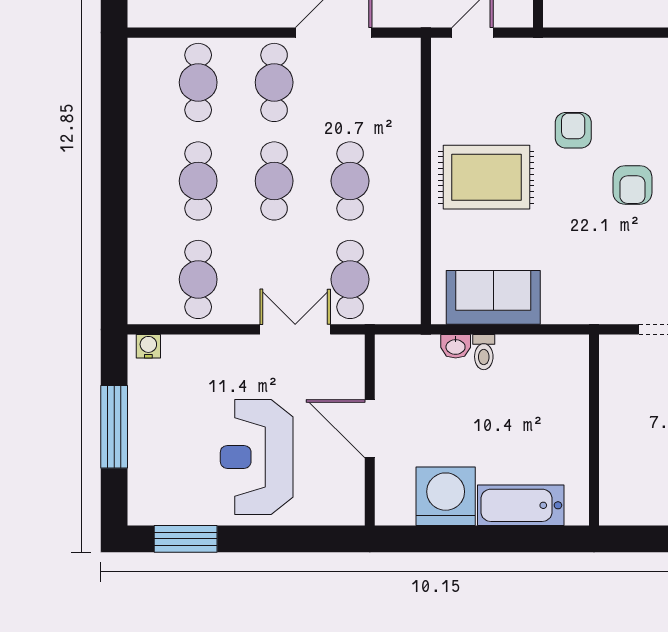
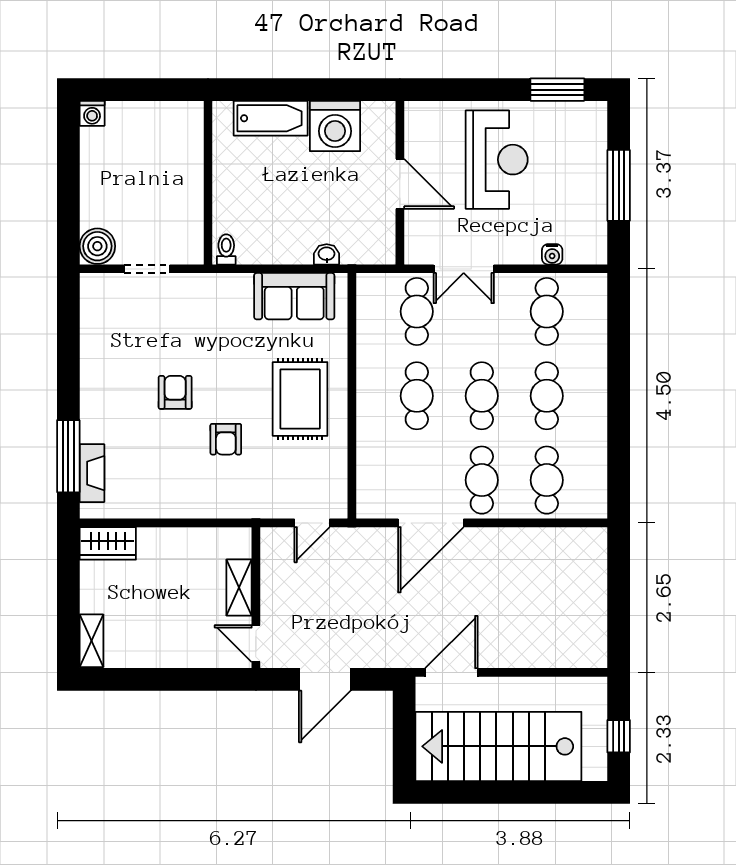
rug: (486, 177) -> (300, 399), turned 90
water cooler: (148, 346) -> (552, 254), moved
toilet: (484, 352) -> (226, 249), moved

